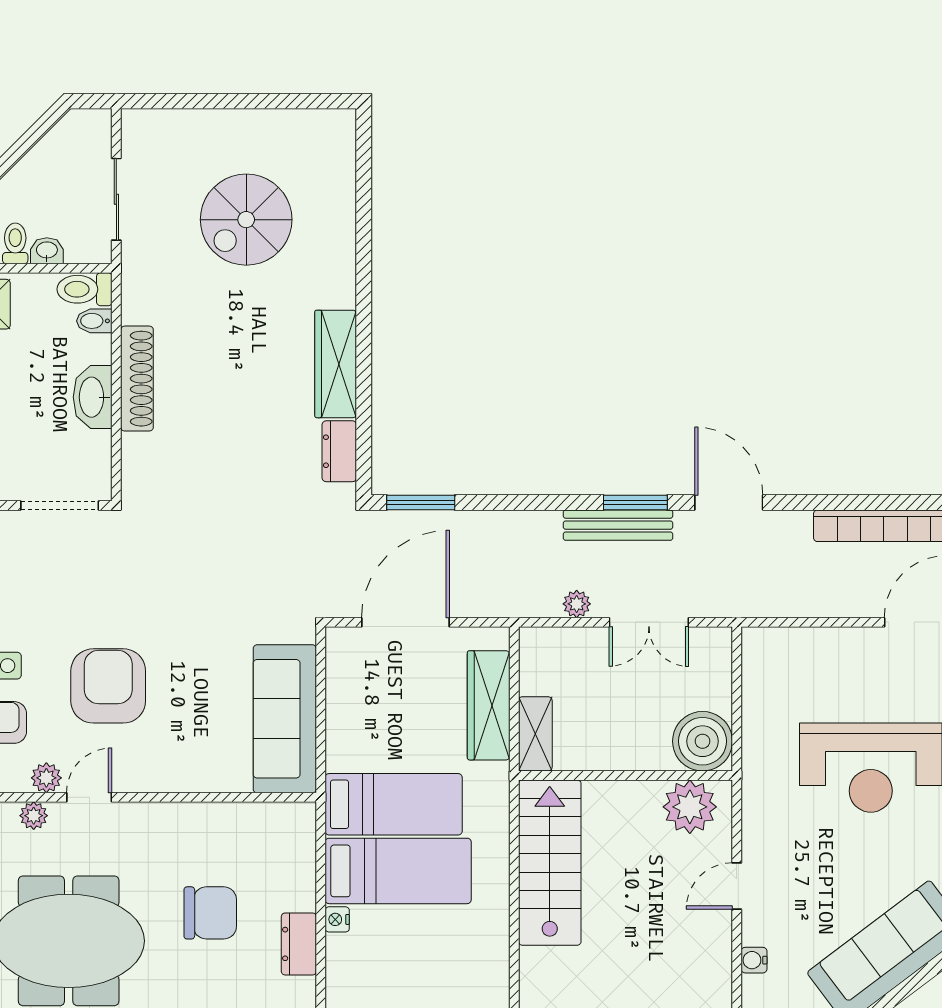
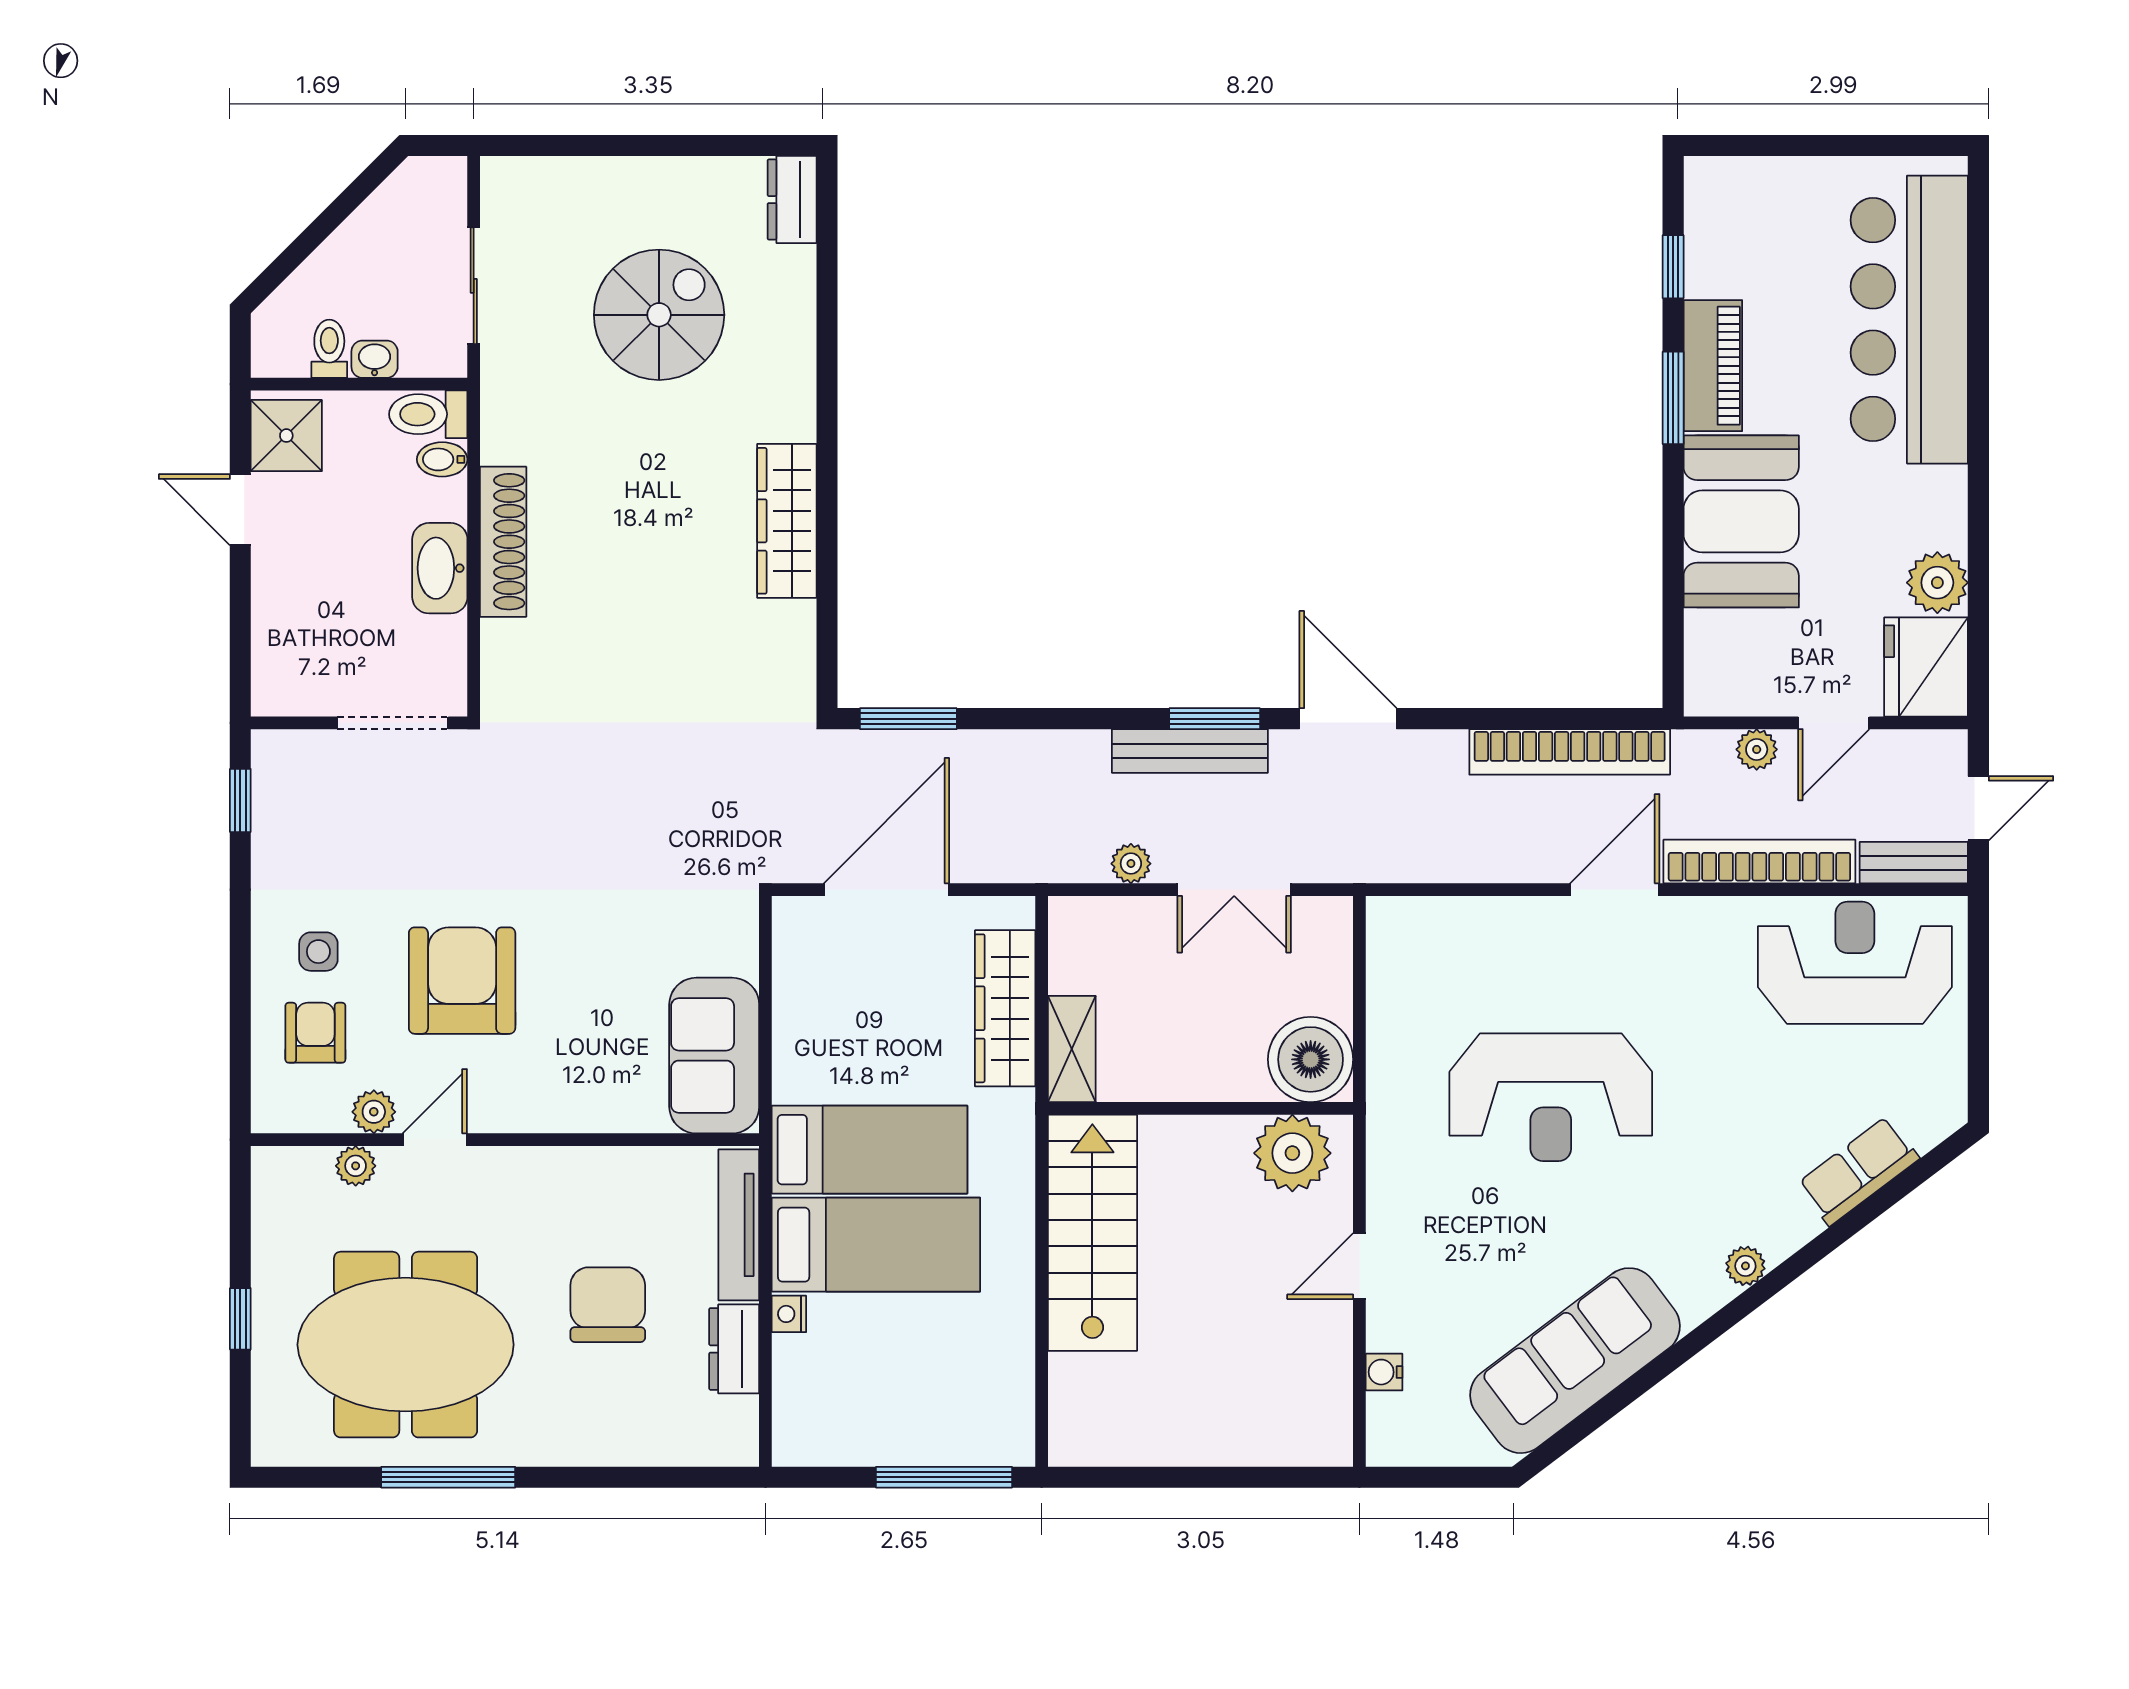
spiral stairs: (246, 220) -> (659, 315), turned 180
dresser: (339, 451) -> (792, 200), moved
sofa: (285, 719) -> (714, 1056), width x0.73
tv unit: (302, 857) -> (739, 1225), added
chair: (210, 913) -> (608, 1305), turned -90

